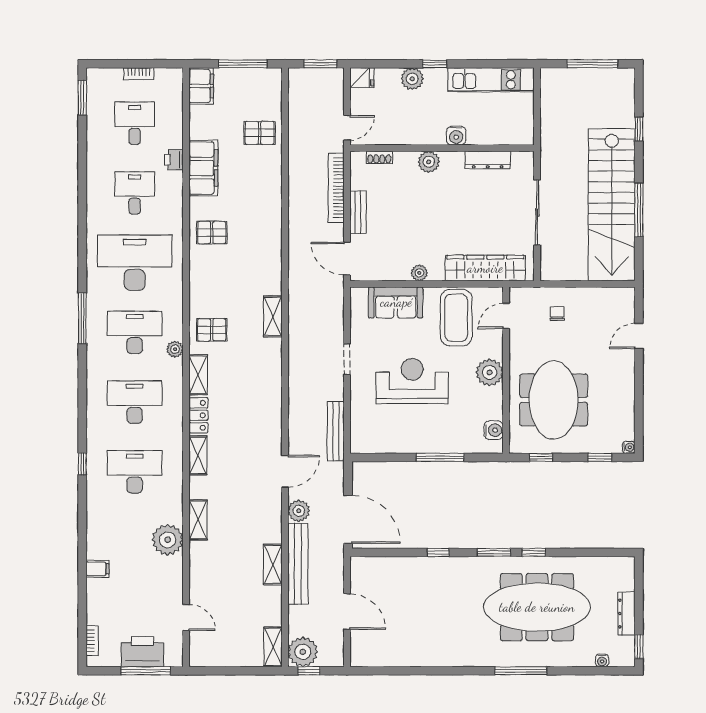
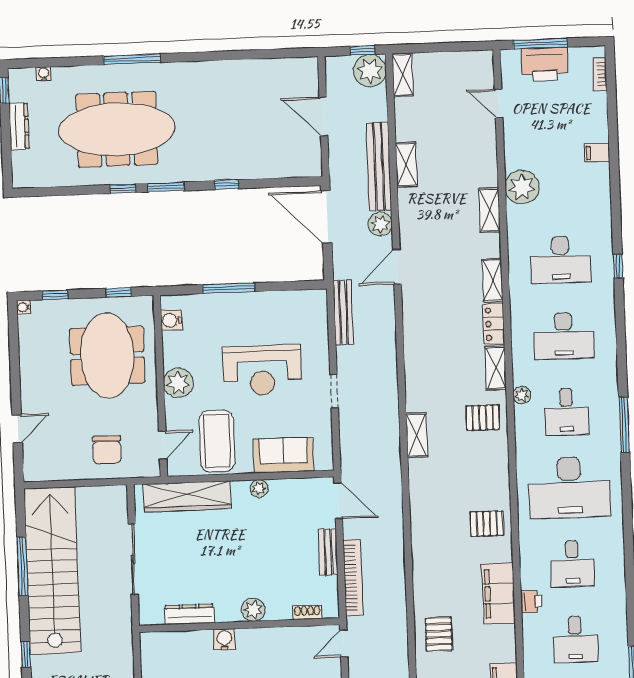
pallet: (260, 133) -> (439, 634), turned 90
chair: (557, 314) -> (107, 450), width x1.87, depth x1.87
desk: (135, 332) -> (566, 412), width x0.73

